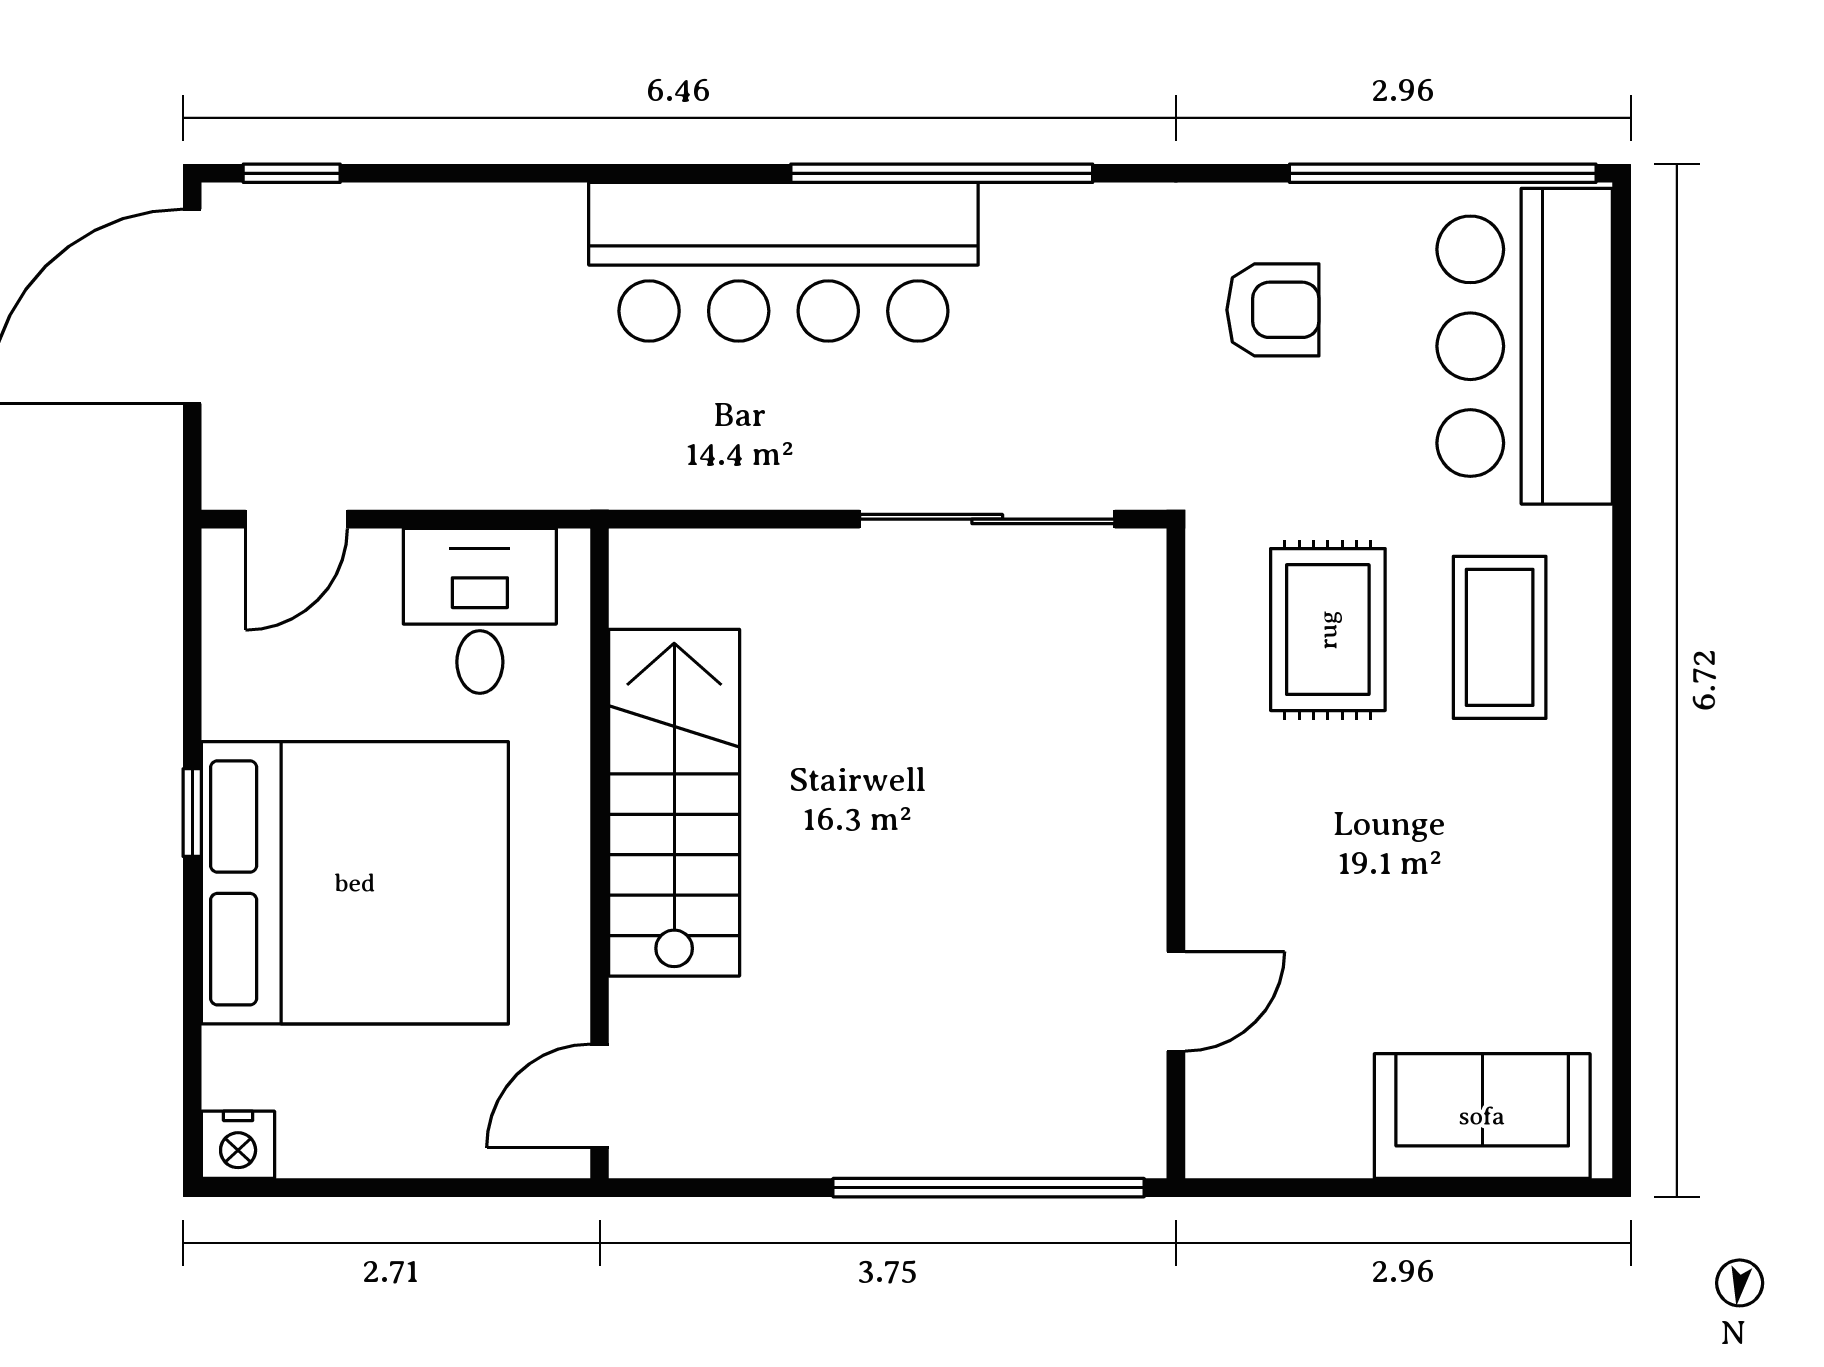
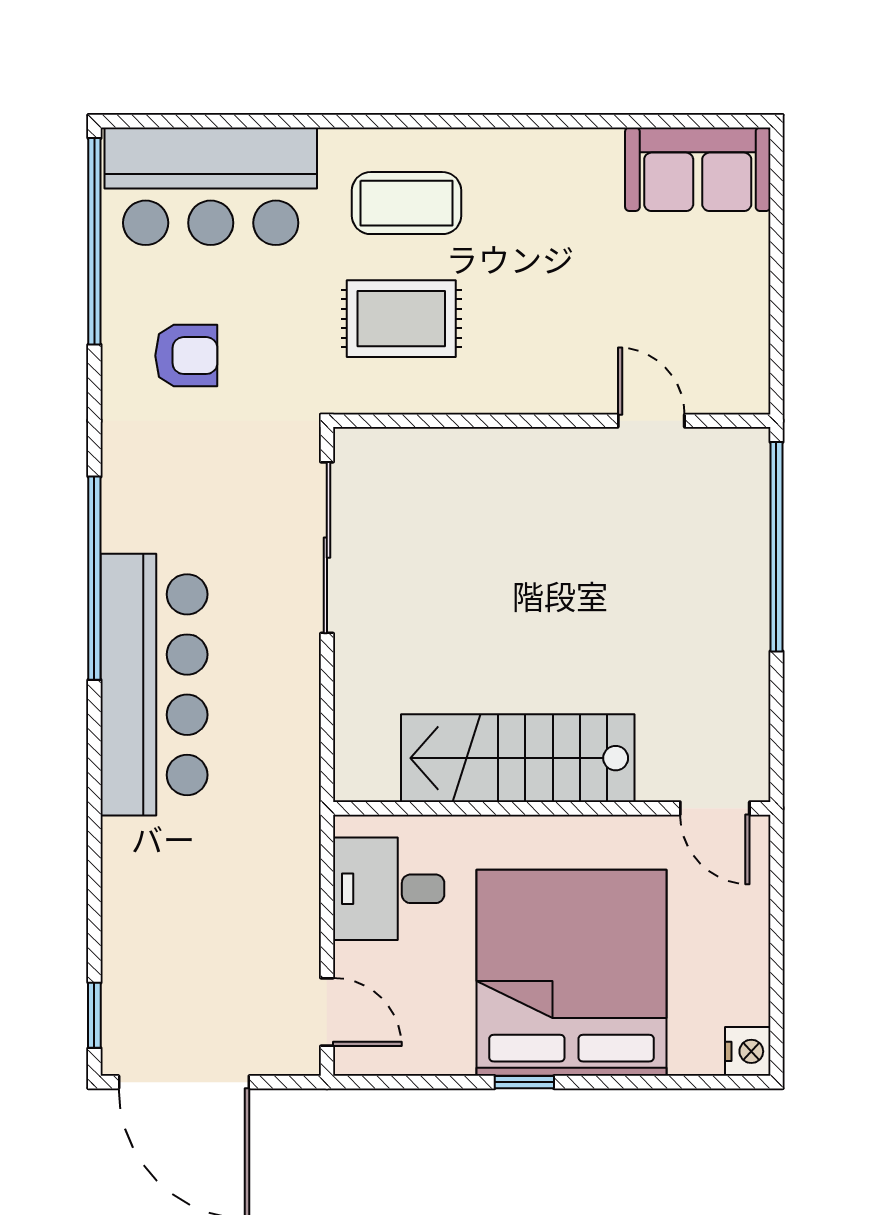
armchair: (1273, 310) -> (186, 356), turned 90
sofa: (1482, 1116) -> (698, 169), moved, turned -90

